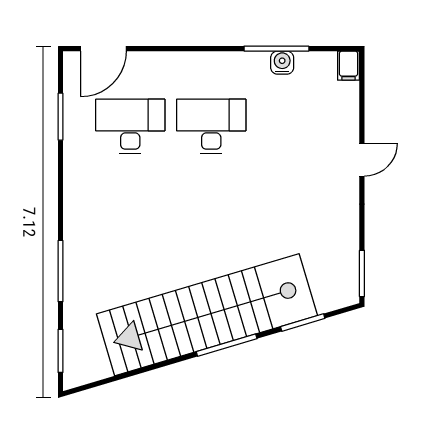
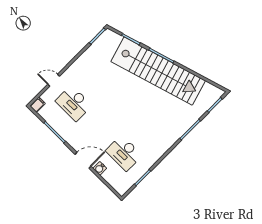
door: (103, 49) -> (83, 160), moved
water cooler: (282, 63) -> (100, 168), moved
desk: (211, 126) -> (74, 103), moved
door: (362, 160) -> (54, 80), moved

